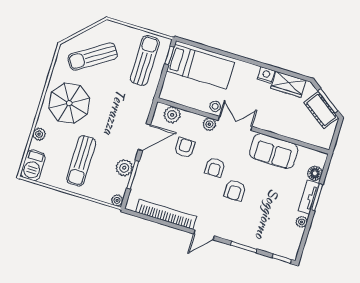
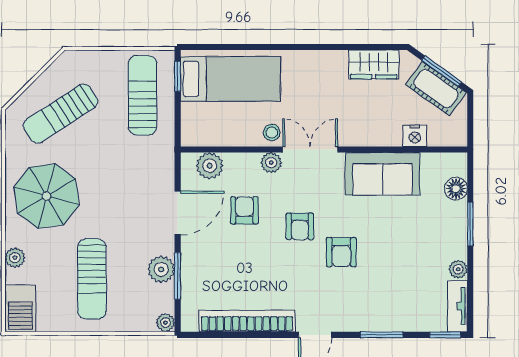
nightstand: (266, 75) -> (415, 136), moved, turned 180
tv unit: (309, 197) -> (457, 306), moved

